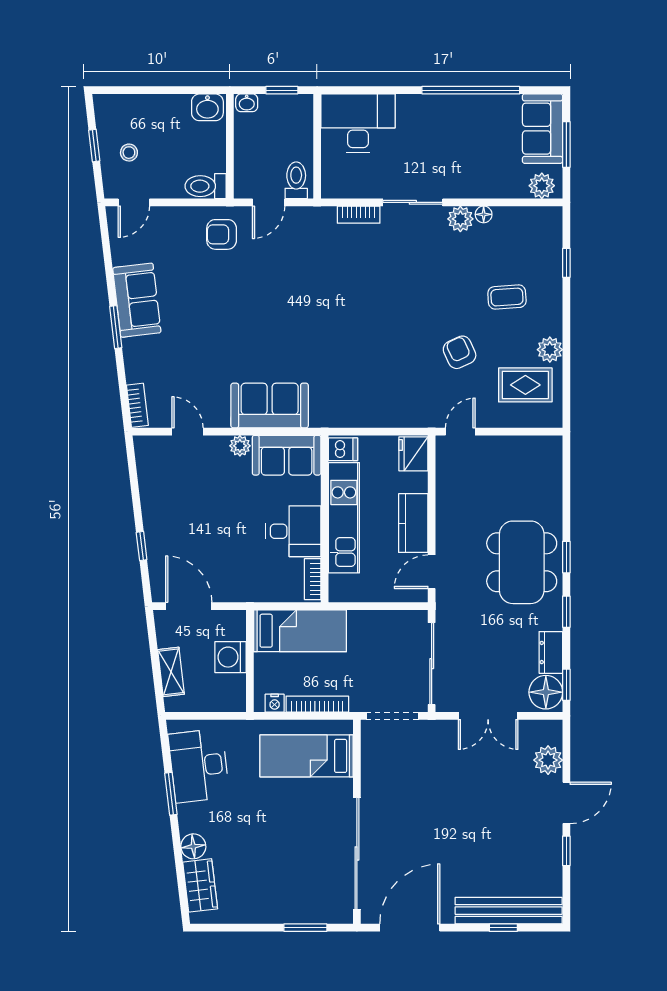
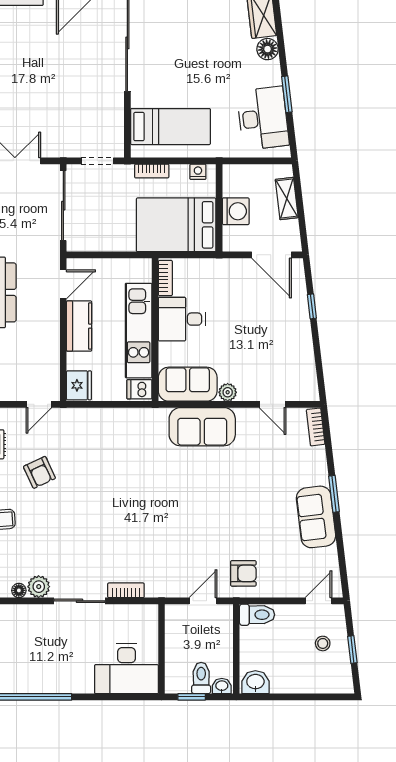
toilet: (296, 180) -> (201, 678), moved, turned 180
bed: (300, 631) -> (176, 225), width x1.50
bookcase: (317, 704) -> (152, 171), width x0.64
doorway: (392, 716) -> (97, 161), width x0.73

